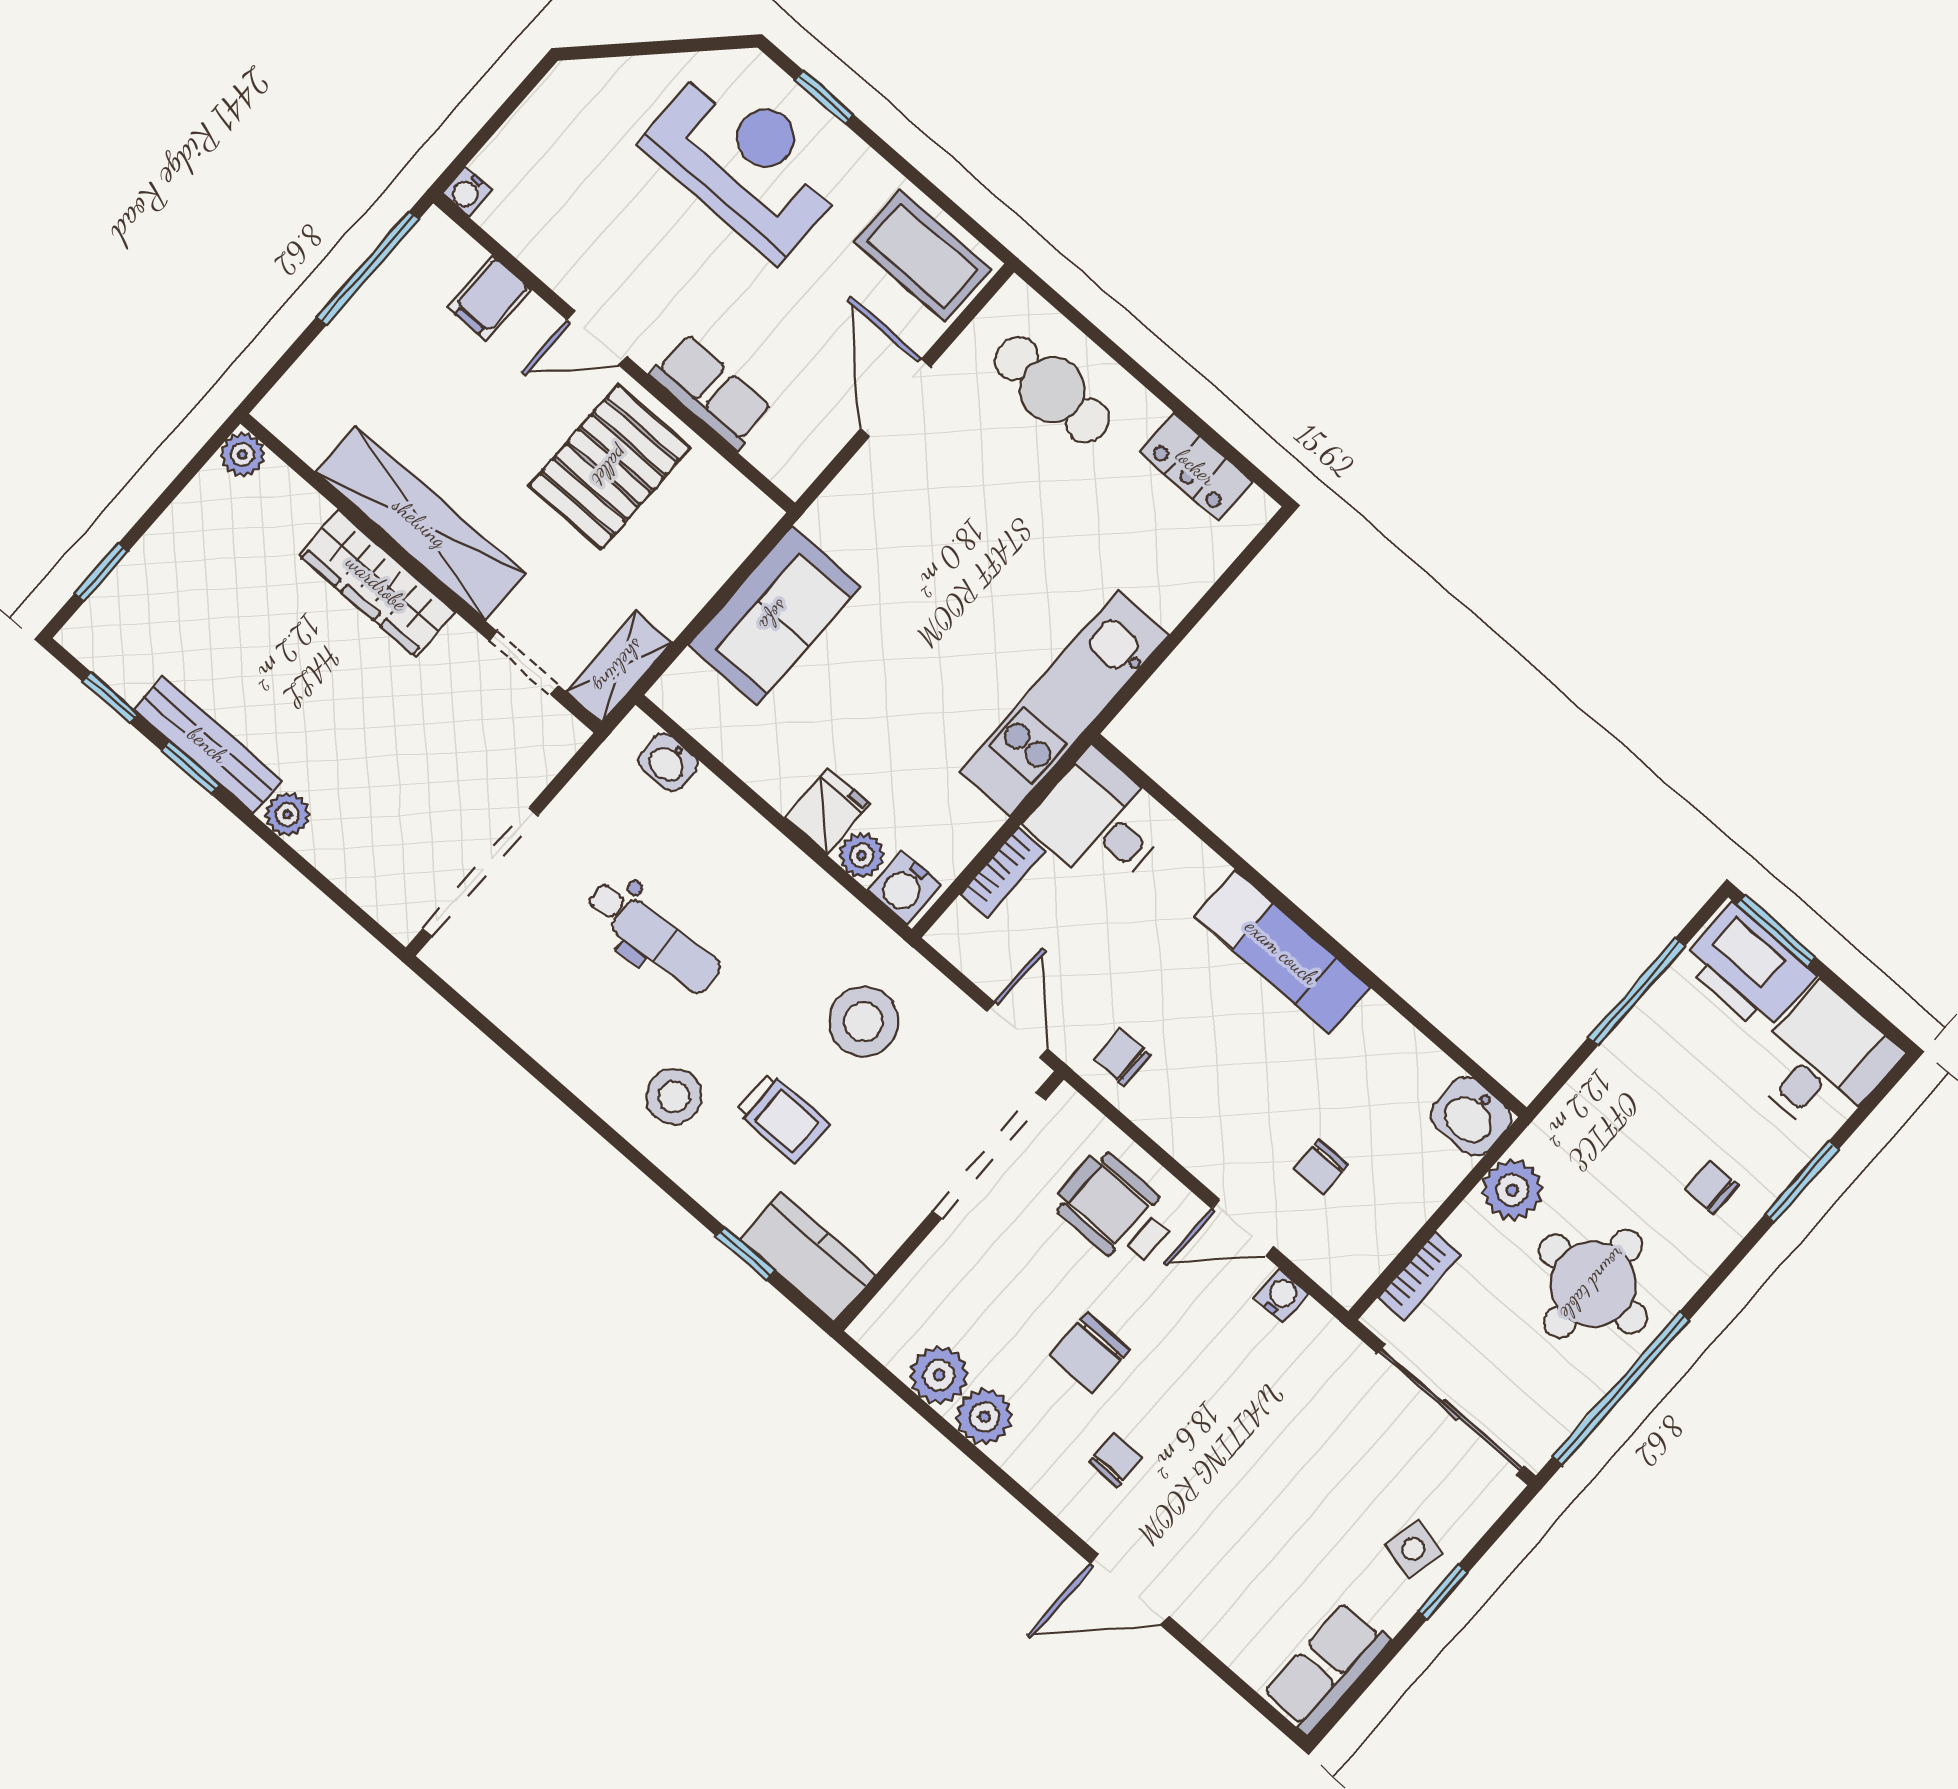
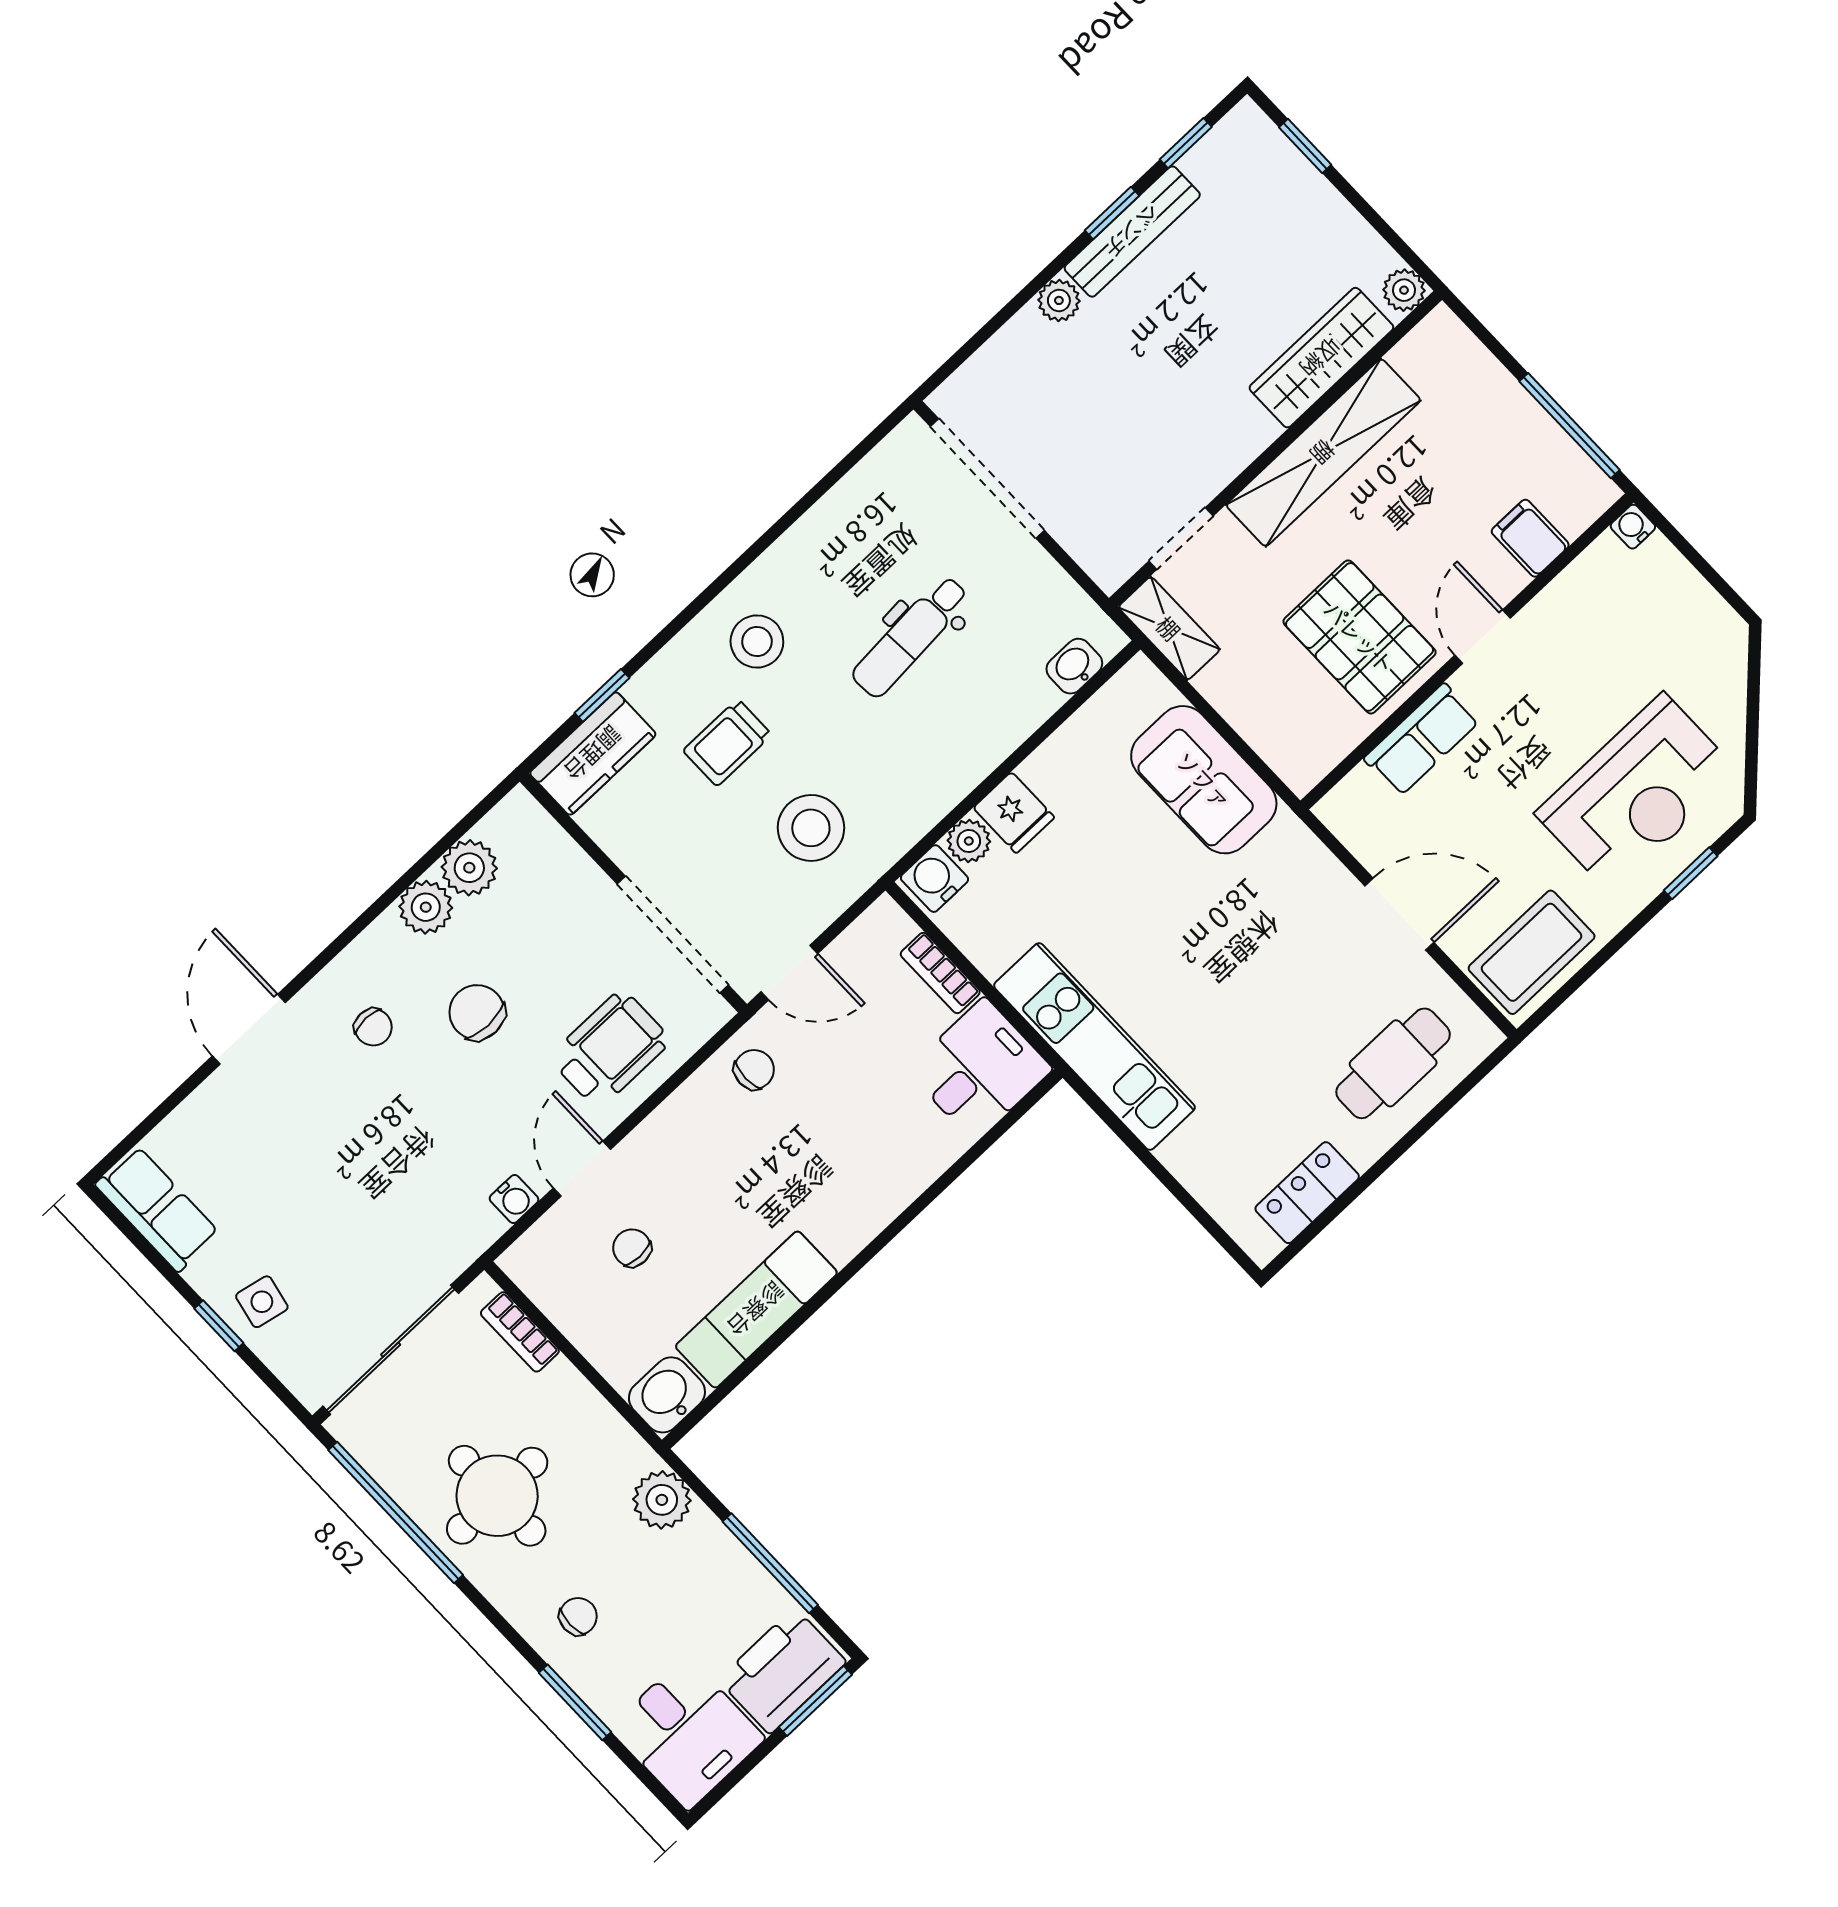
wardrobe: (377, 583) -> (1321, 358), moved
exam couch: (1282, 952) -> (756, 1310), moved
plant: (1512, 1190) -> (662, 1500), moved

